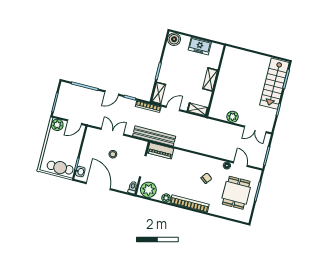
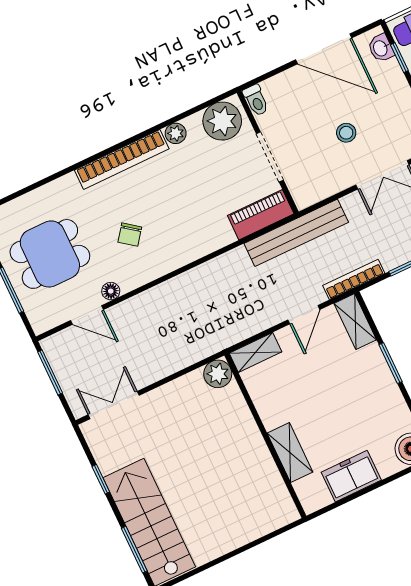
shelving: (210, 79) -> (290, 453), moved
plant: (233, 117) -> (218, 374), moved
dining table: (236, 193) -> (50, 254), turned 90

